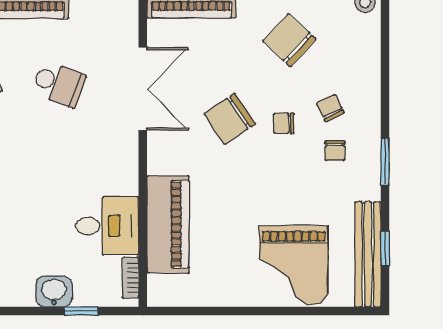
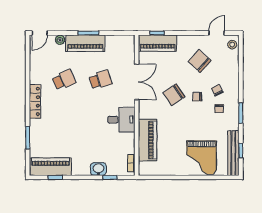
school desk: (59, 84) -> (100, 80), turned -39
desk: (107, 226) -> (121, 120), moved

